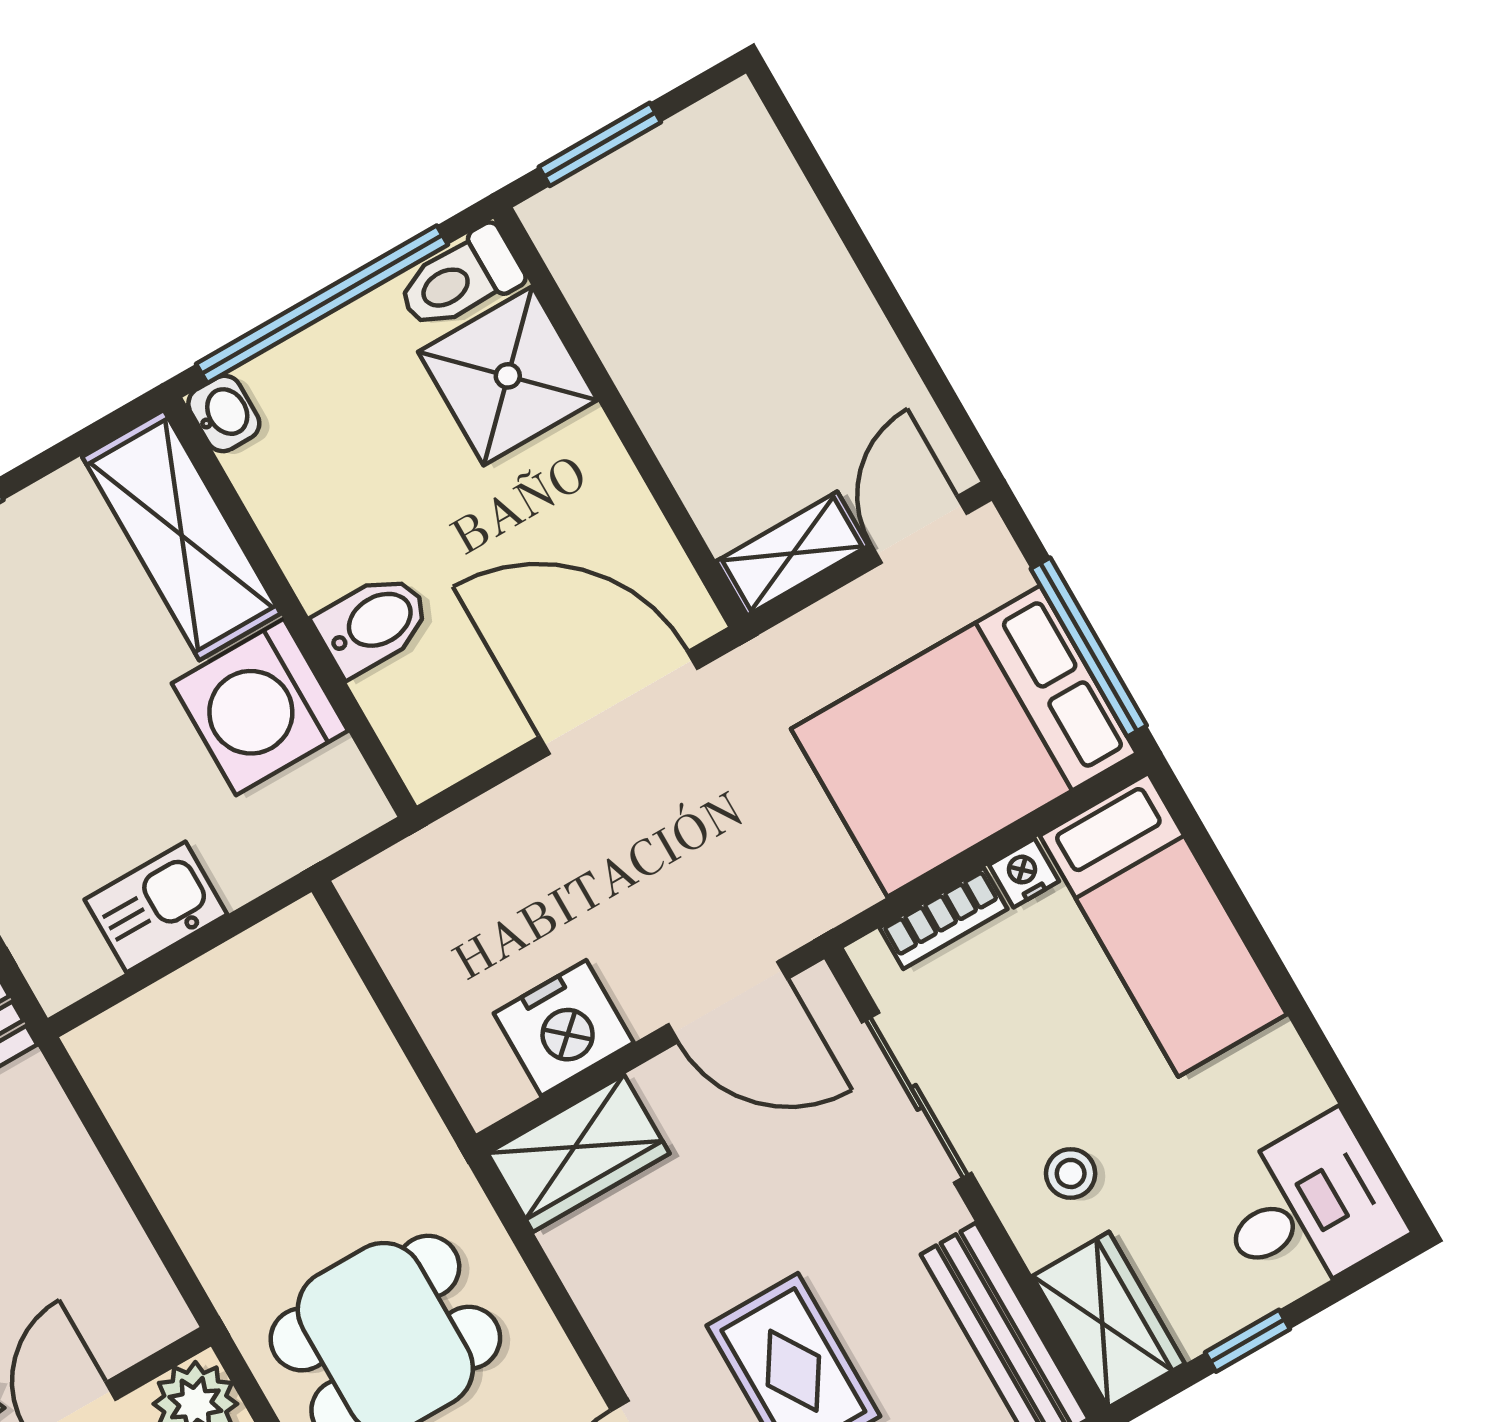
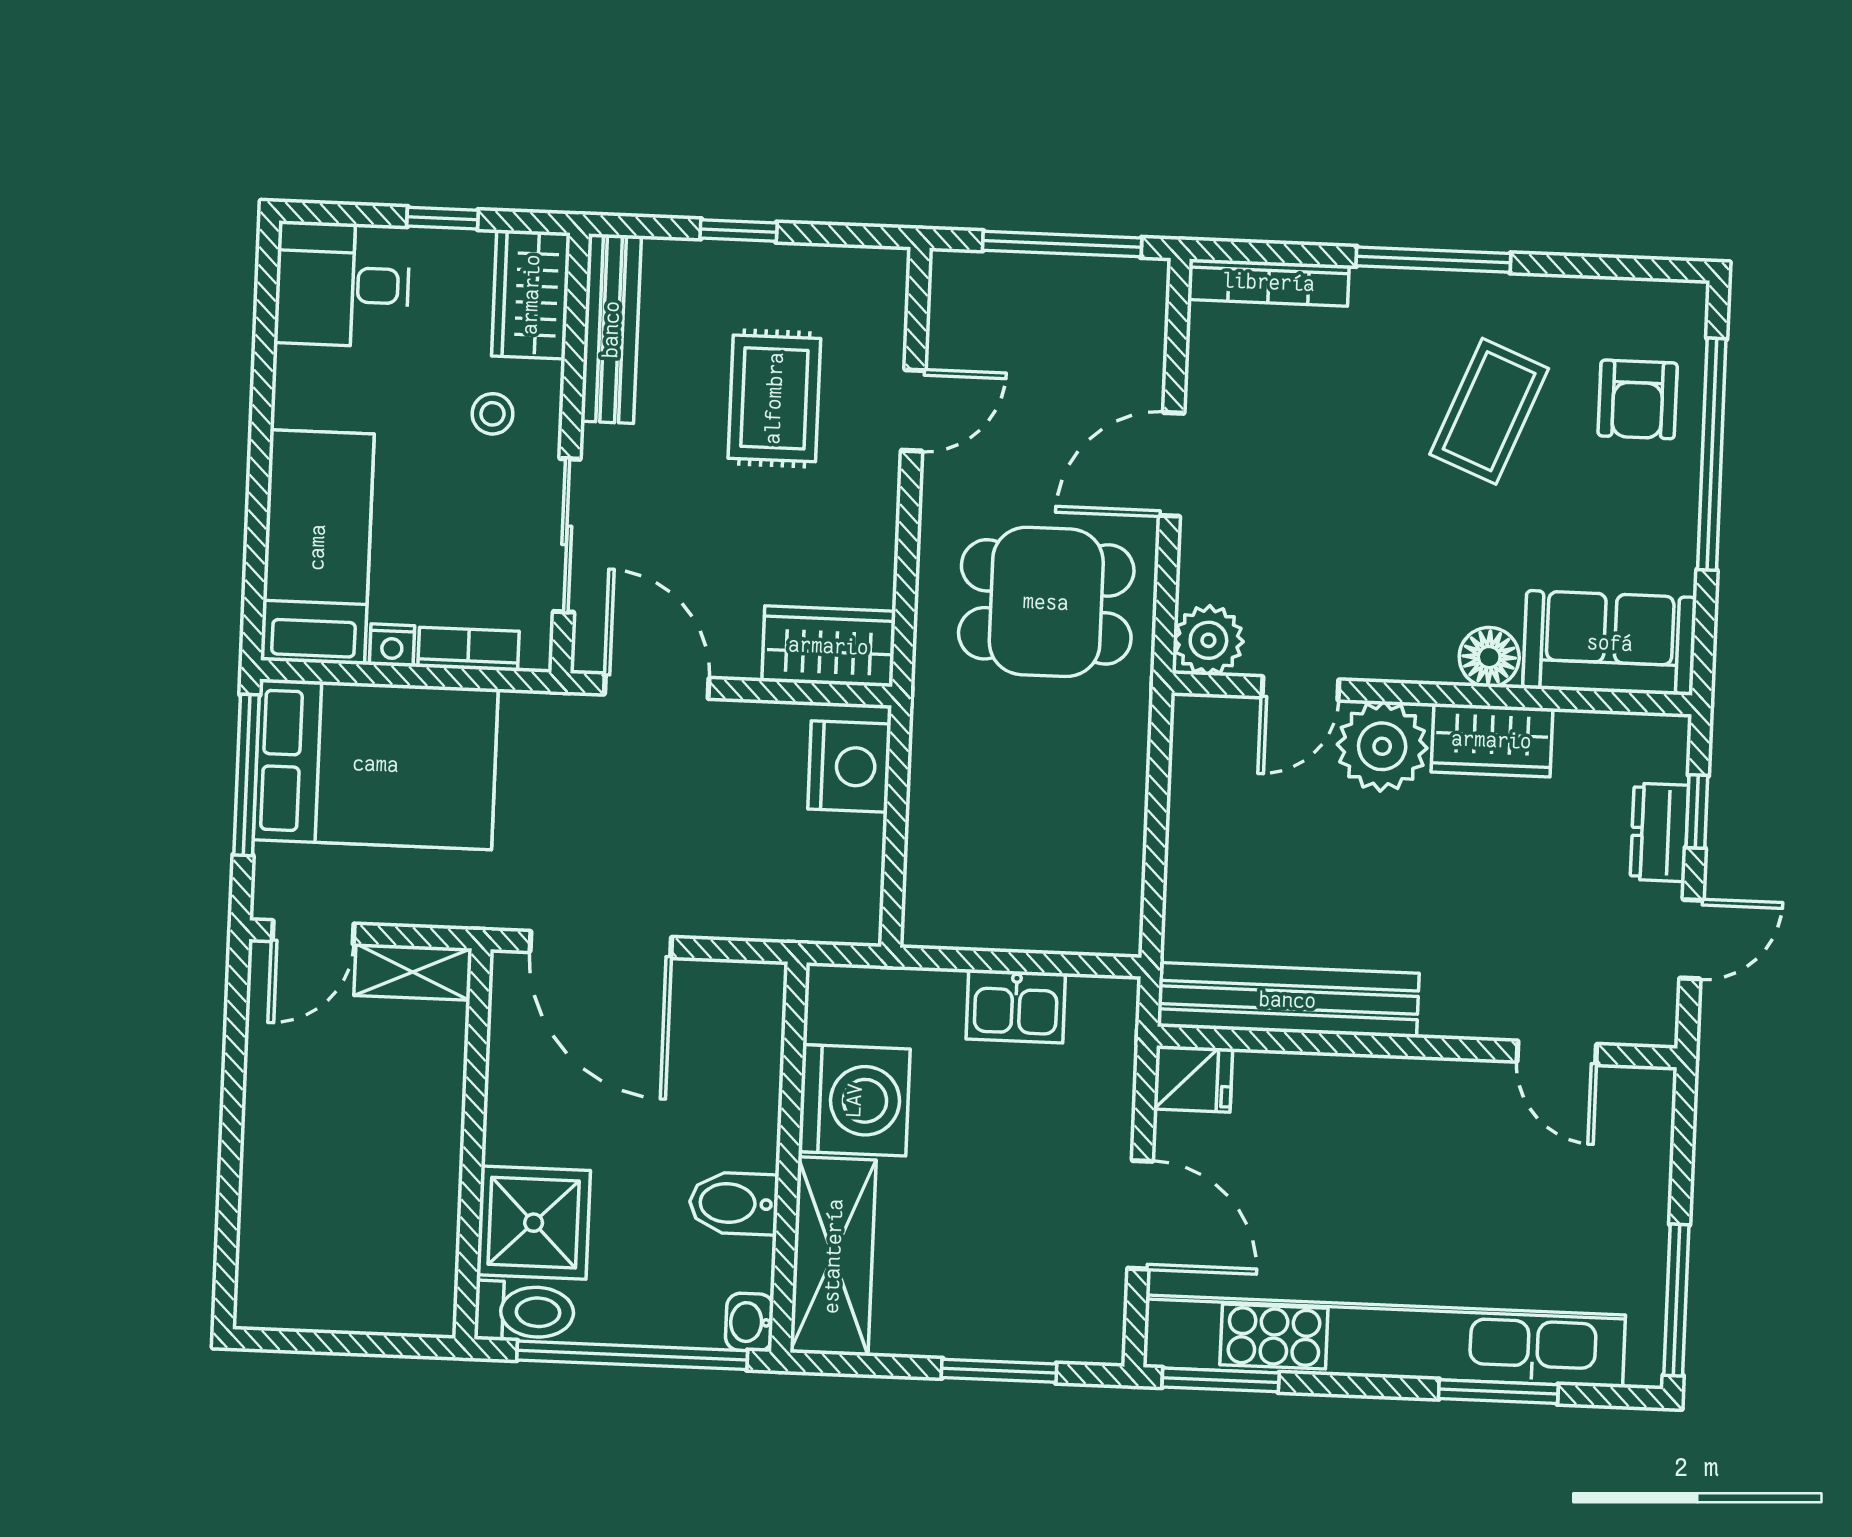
window: (600, 144) -> (366, 1344), removed
bidet: (373, 623) -> (734, 1203), moved
nightstand: (564, 1028) -> (849, 766), moved, turned 90

